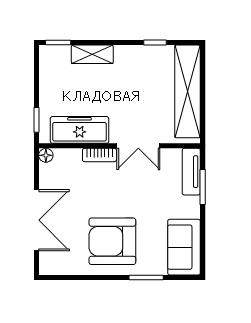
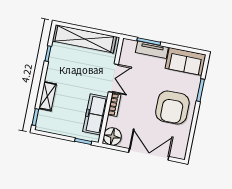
floor lamp: (46, 155) -> (112, 136), width x1.89, depth x1.89
tv unit: (191, 172) -> (152, 50), moved

